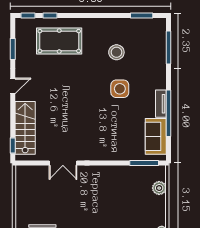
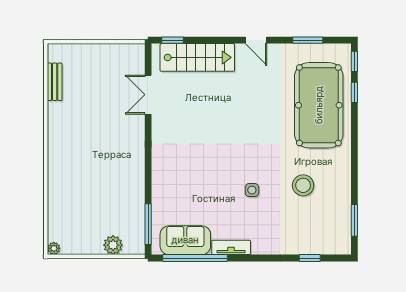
pool table: (59, 41) -> (319, 105), width x1.36, depth x1.32
window: (168, 48) -> (310, 258), width x0.46
side table: (120, 89) -> (252, 190), width x0.54, depth x0.54
window: (168, 113) -> (195, 258), moved
double door: (63, 163) -> (148, 95), moved

